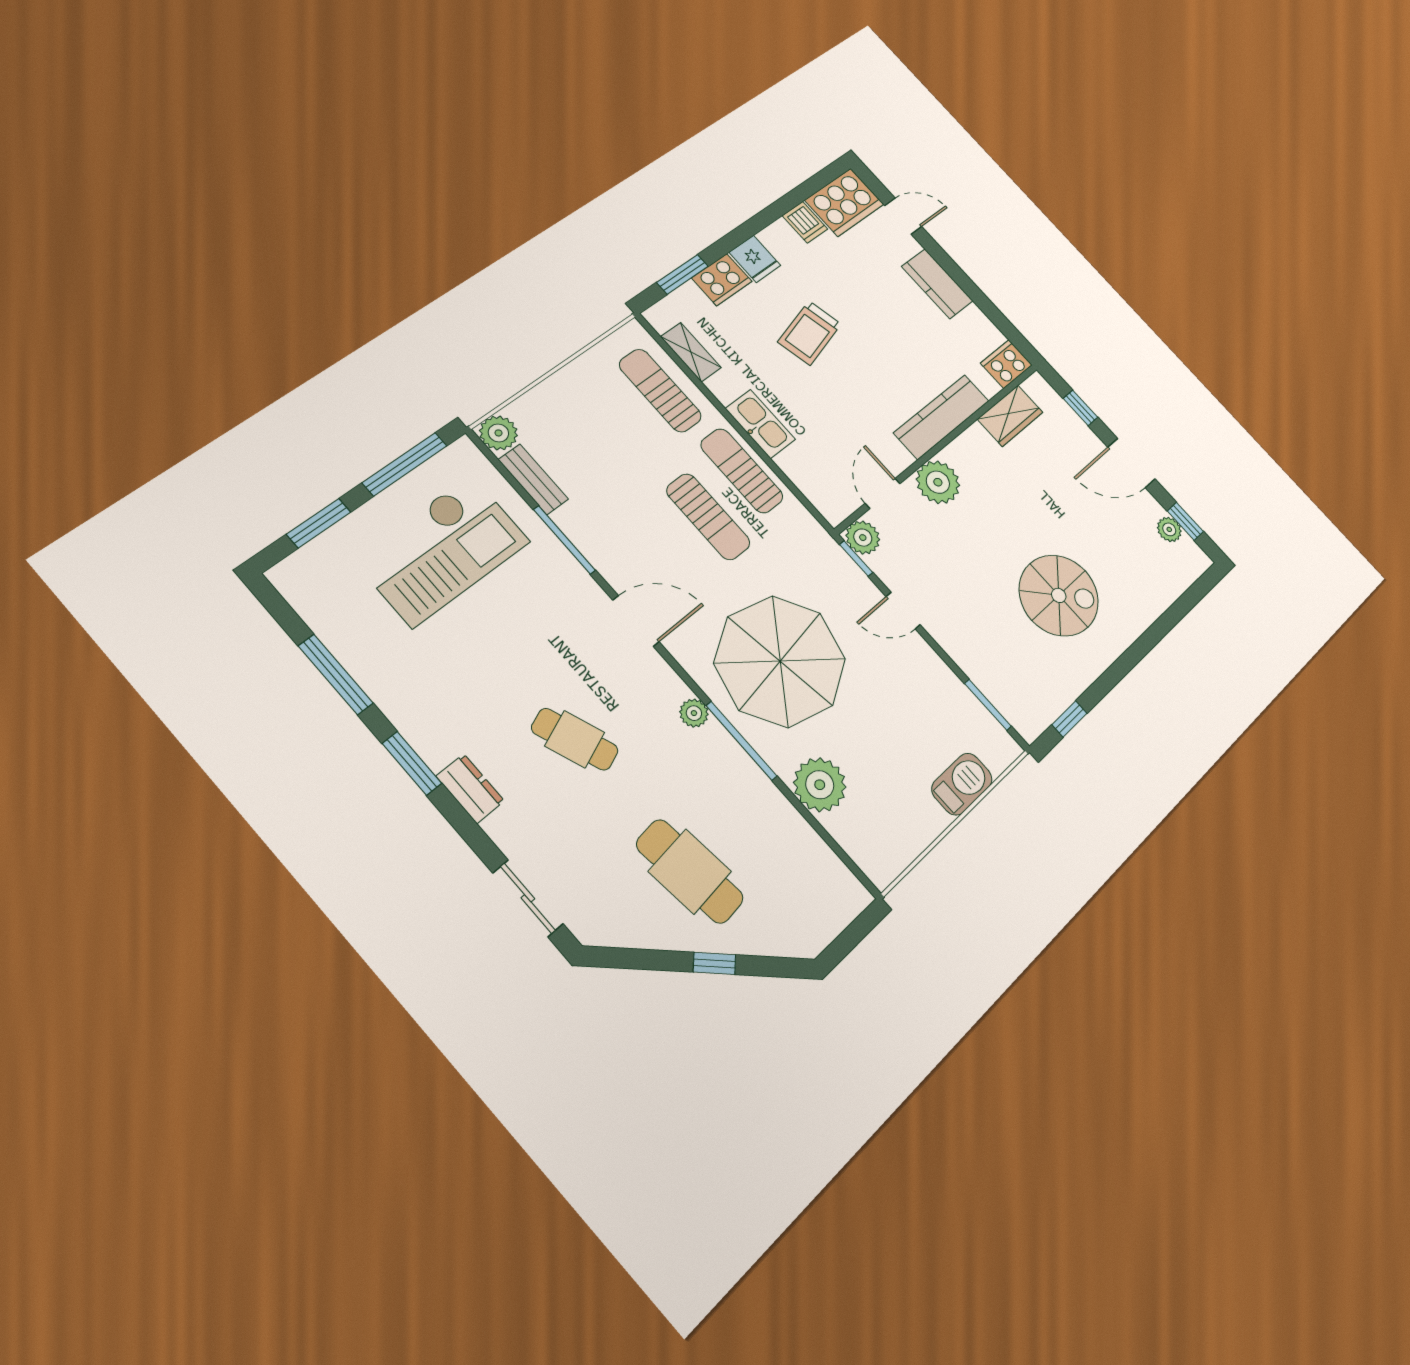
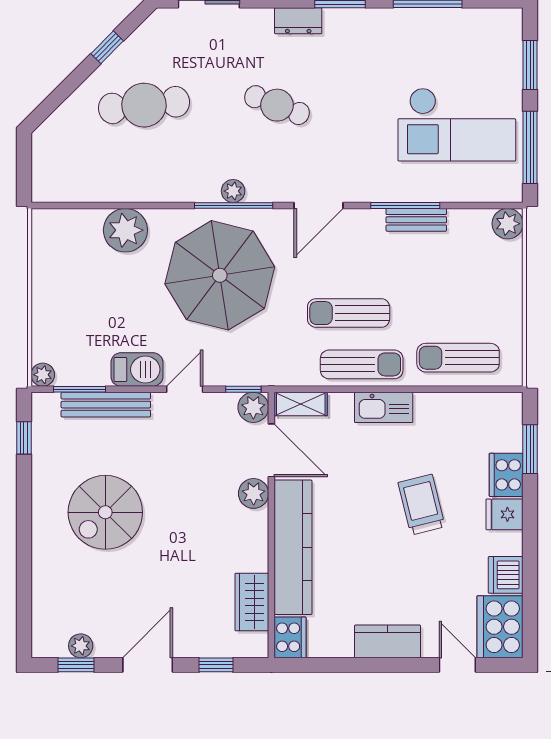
door: (903, 216) -> (457, 665), swing flipped
dishwasher: (805, 222) -> (506, 575), width x1.38
shelving: (691, 352) -> (301, 404), moved
sun lounger: (660, 390) -> (458, 358), turned 180
kitchen counter: (942, 417) -> (293, 547), width x1.39, depth x1.17
bench: (533, 479) -> (416, 220), moved
plant: (938, 482) -> (254, 493), width x0.73, depth x0.73
door: (883, 493) -> (271, 450), width x1.38
checkout: (442, 550) -> (457, 125), turned -90
bench: (978, 670) -> (106, 405), added
cafe table: (575, 739) -> (277, 105), turned 42
window: (741, 741) -> (234, 205), moved
plant: (1007, 749) -> (43, 375), added
barbecue: (962, 784) -> (137, 369), moved, turned -90
window: (714, 963) -> (107, 47), moved

